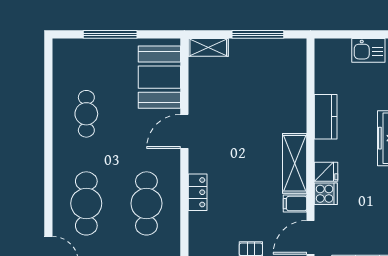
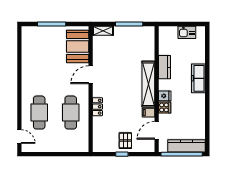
cafe table: (86, 114) -> (39, 66), removed
shelving: (295, 163) -> (148, 84), width x1.47

